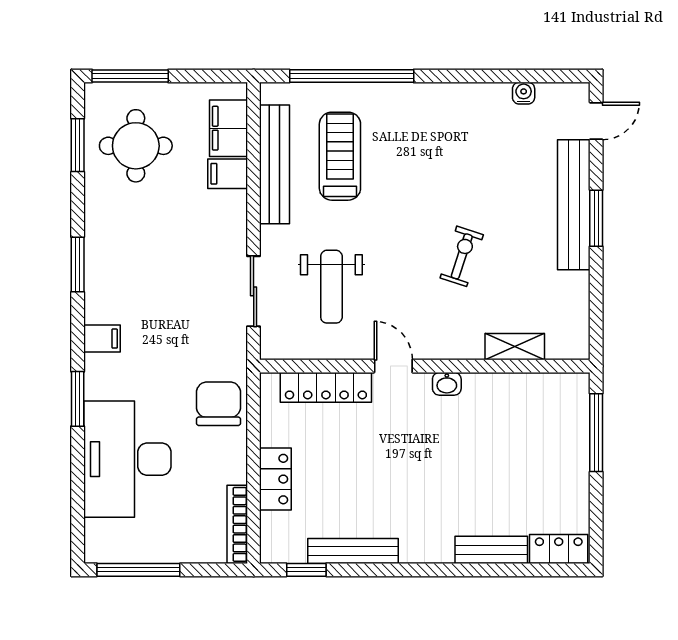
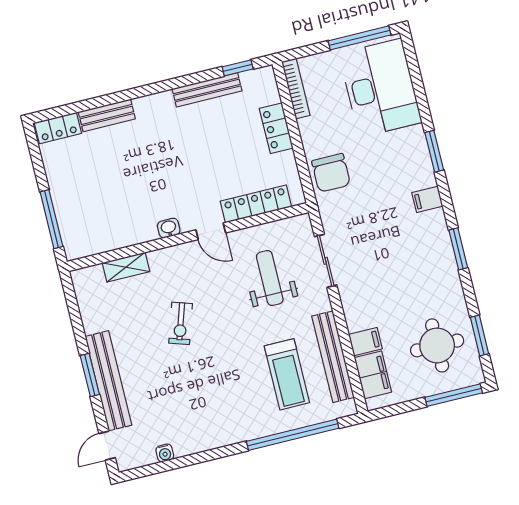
desk: (127, 459) -> (380, 88), moved

